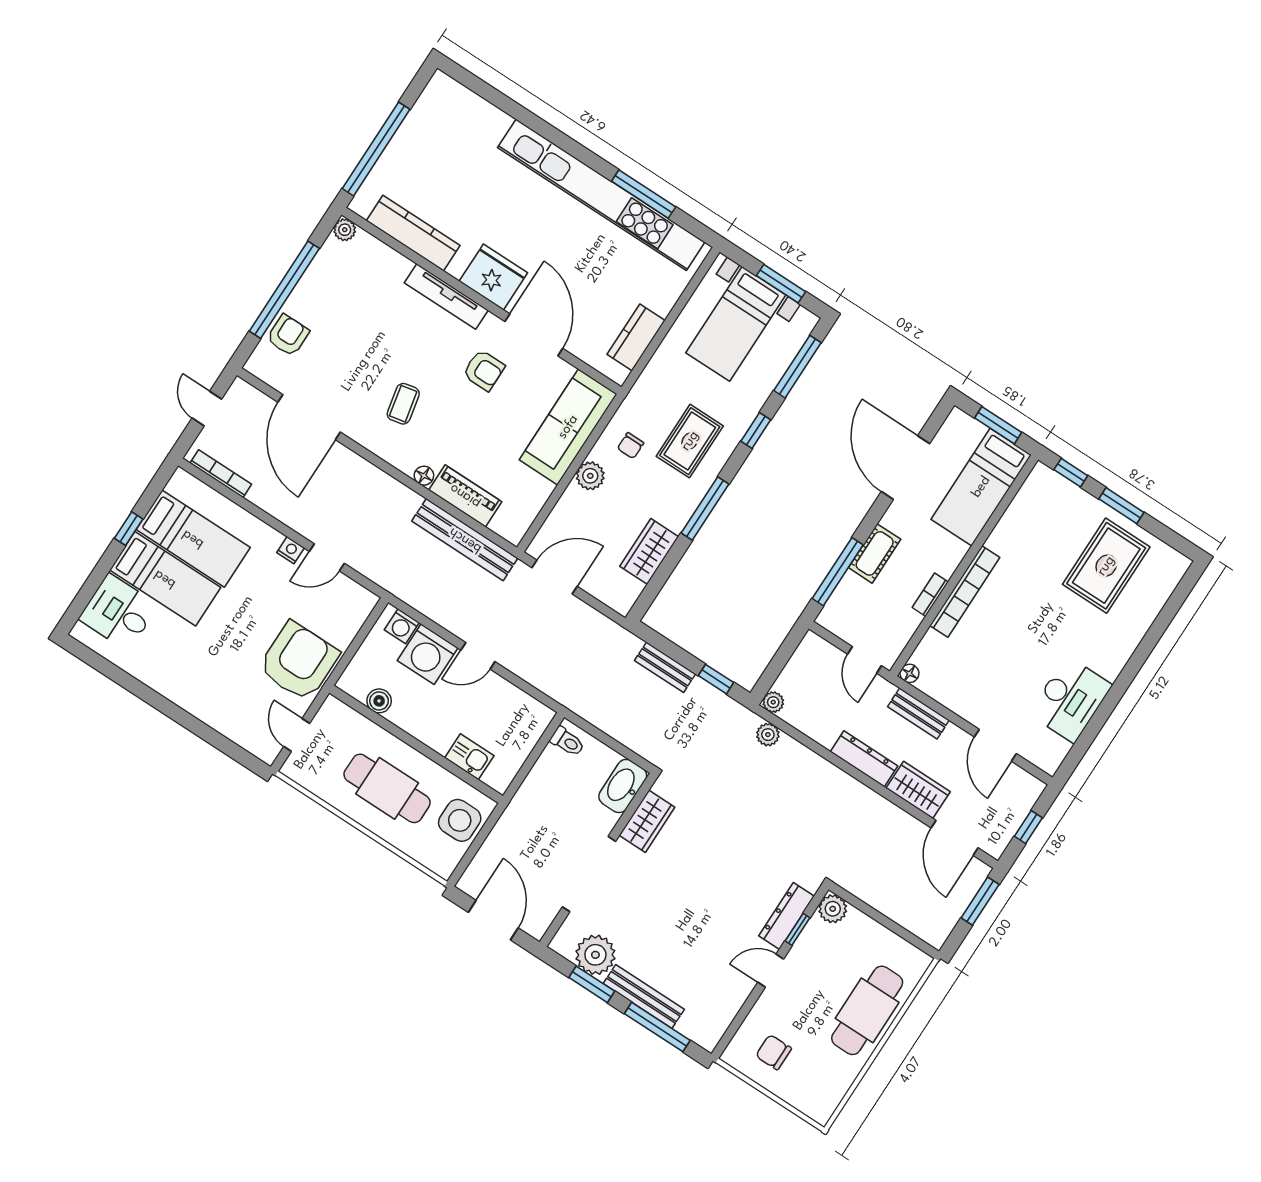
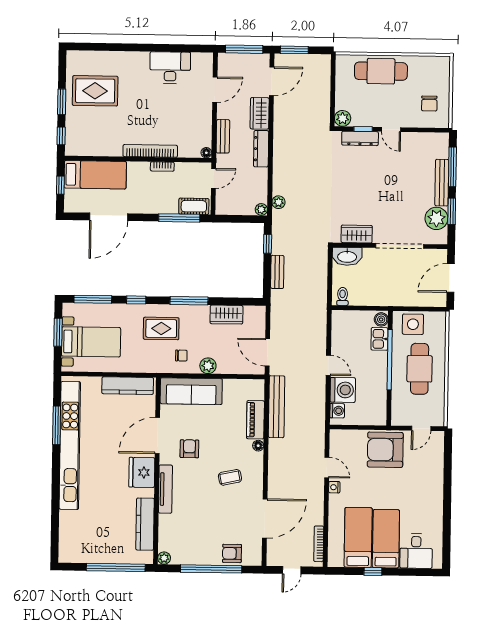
kitchen counter: (636, 337) -> (128, 386), width x1.50
window: (998, 425) -> (60, 185), width x0.67
cot: (875, 553) -> (194, 206), moved
boiler: (379, 701) -> (381, 319), moved
window: (429, 752) -> (390, 360), added
window: (1028, 827) -> (244, 49), width x2.17

